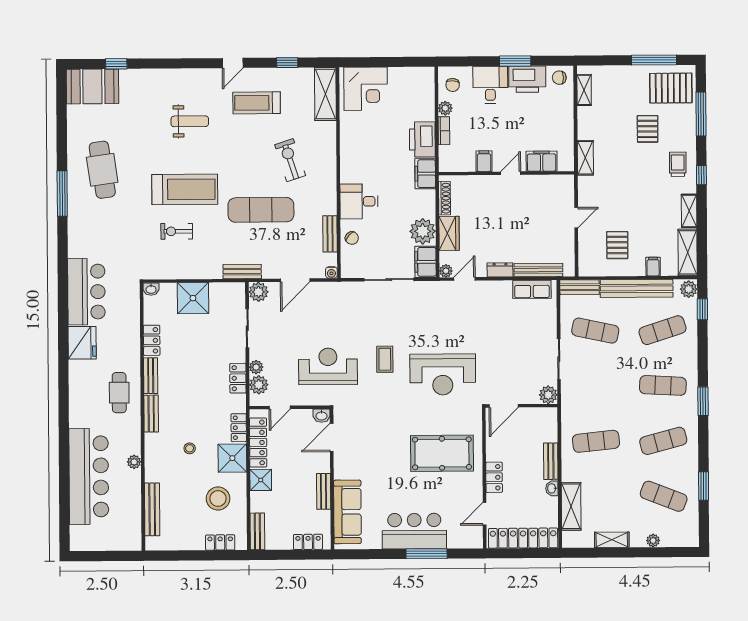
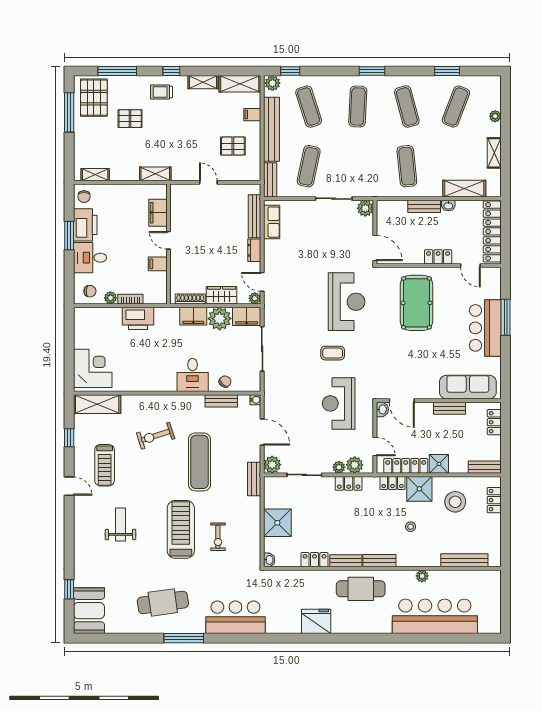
filing cabinet: (425, 174) -> (193, 316), moved
bar counter: (86, 292) -> (235, 617), moved
cafe table: (119, 393) -> (361, 589), width x1.37, depth x1.35

